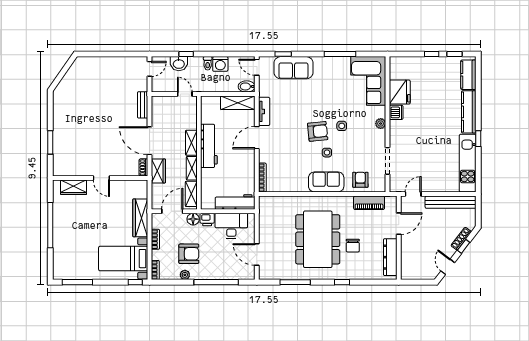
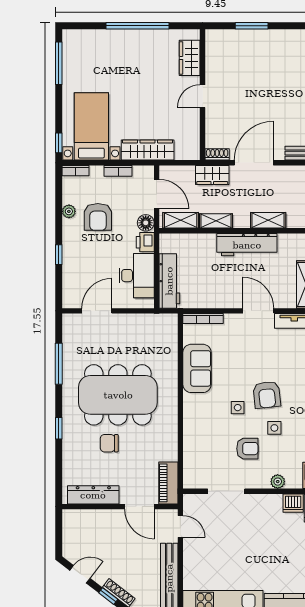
shelving: (191, 143) -> (268, 220), moved
armchair: (360, 180) -> (247, 449), moved
sofa: (326, 182) -> (197, 368), moved
piano: (369, 203) -> (168, 483), moved
window: (216, 282) -> (59, 255), width x0.32

